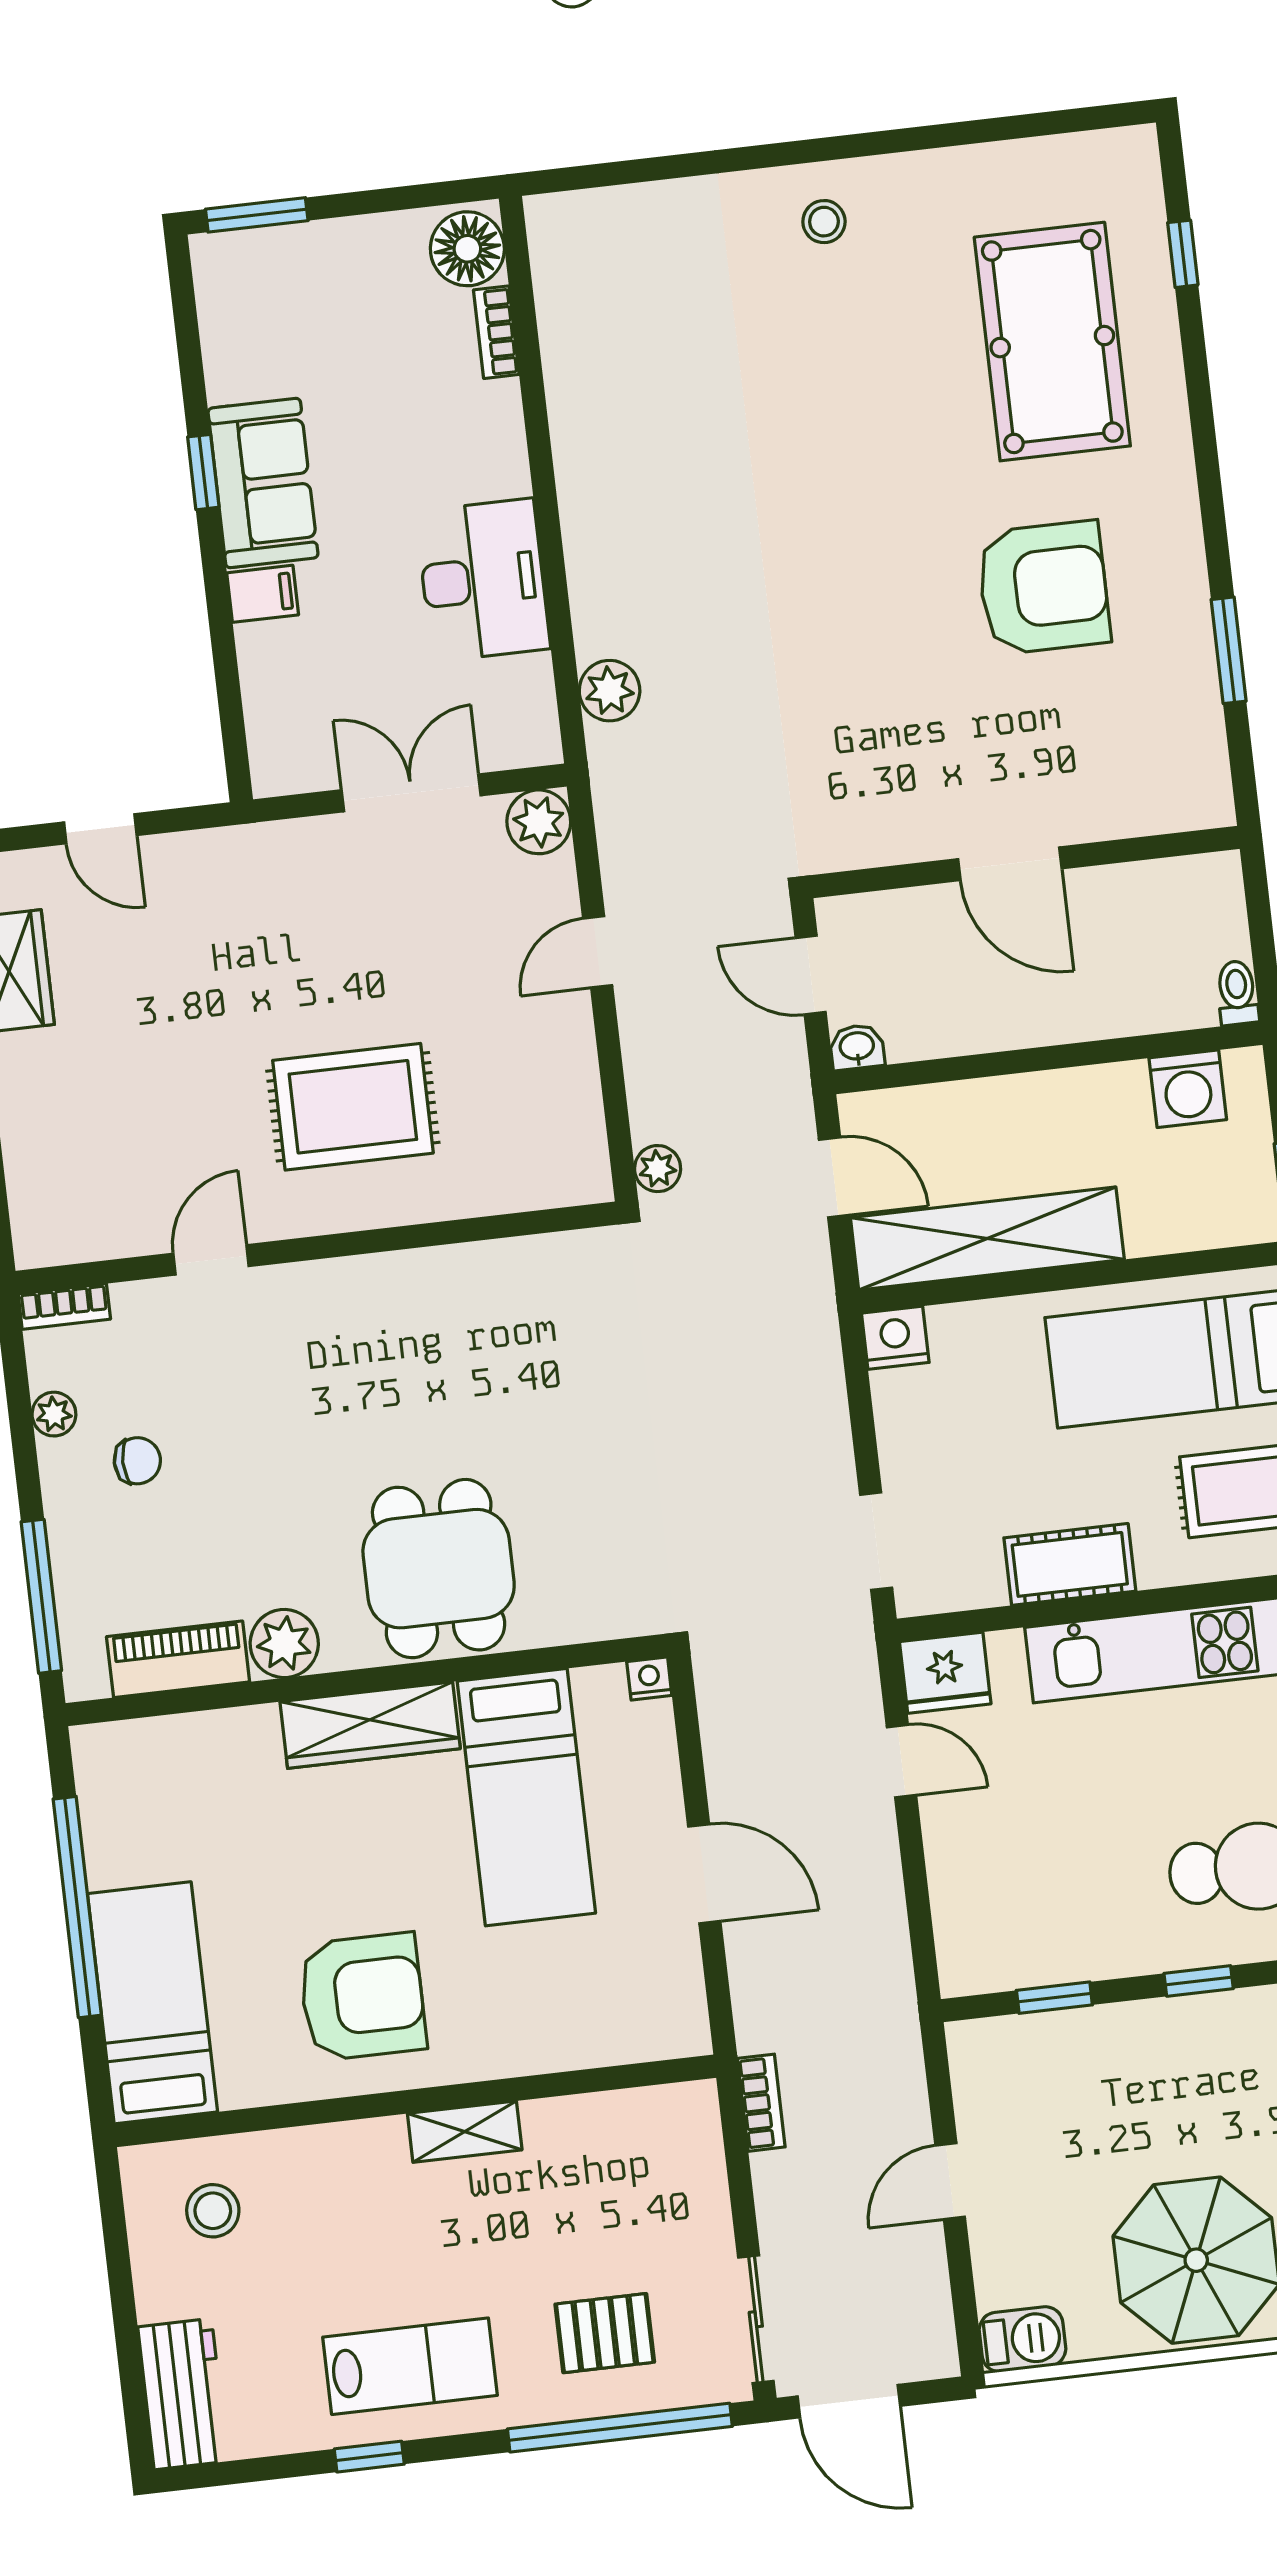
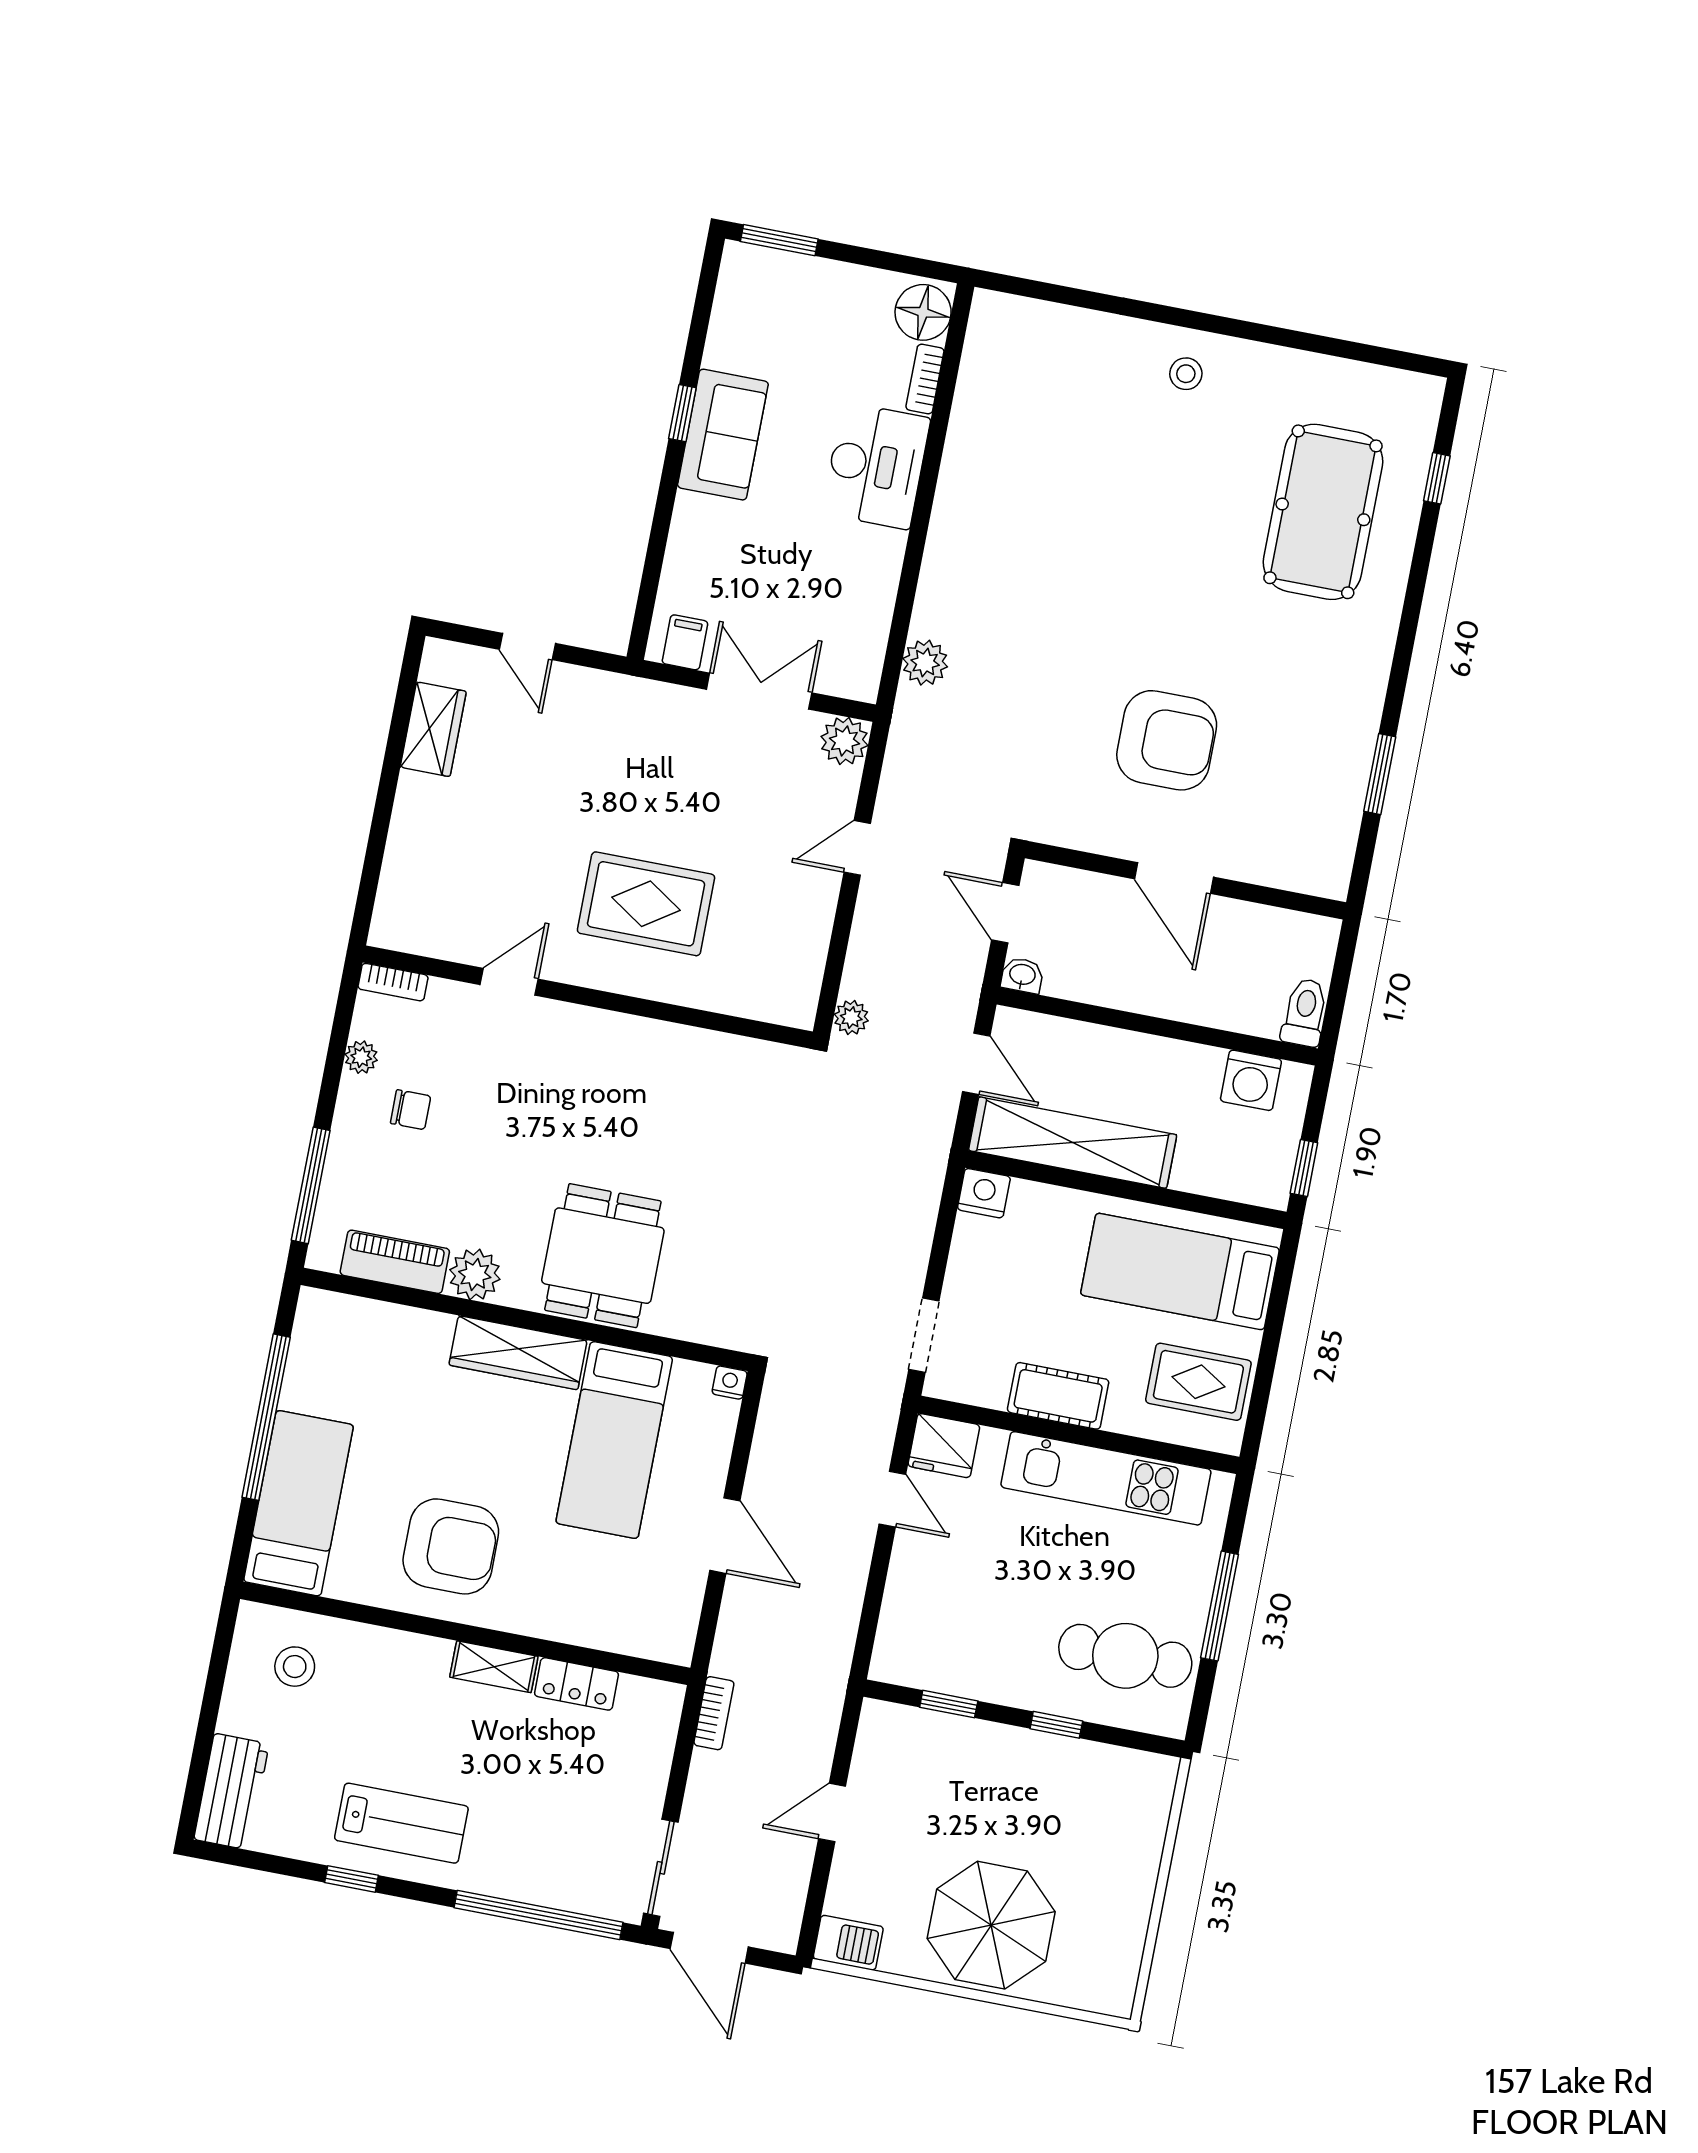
desk: (483, 580) -> (876, 466), moved
armchair: (1043, 588) -> (1167, 740), moved
filing cabinet: (263, 594) -> (685, 642), moved, turned -90
toilet: (1237, 993) -> (1305, 1012), width x1.37, depth x1.39
locker: (576, 2120) -> (577, 1684), added
pallet: (605, 2333) -> (549, 1844), removed

